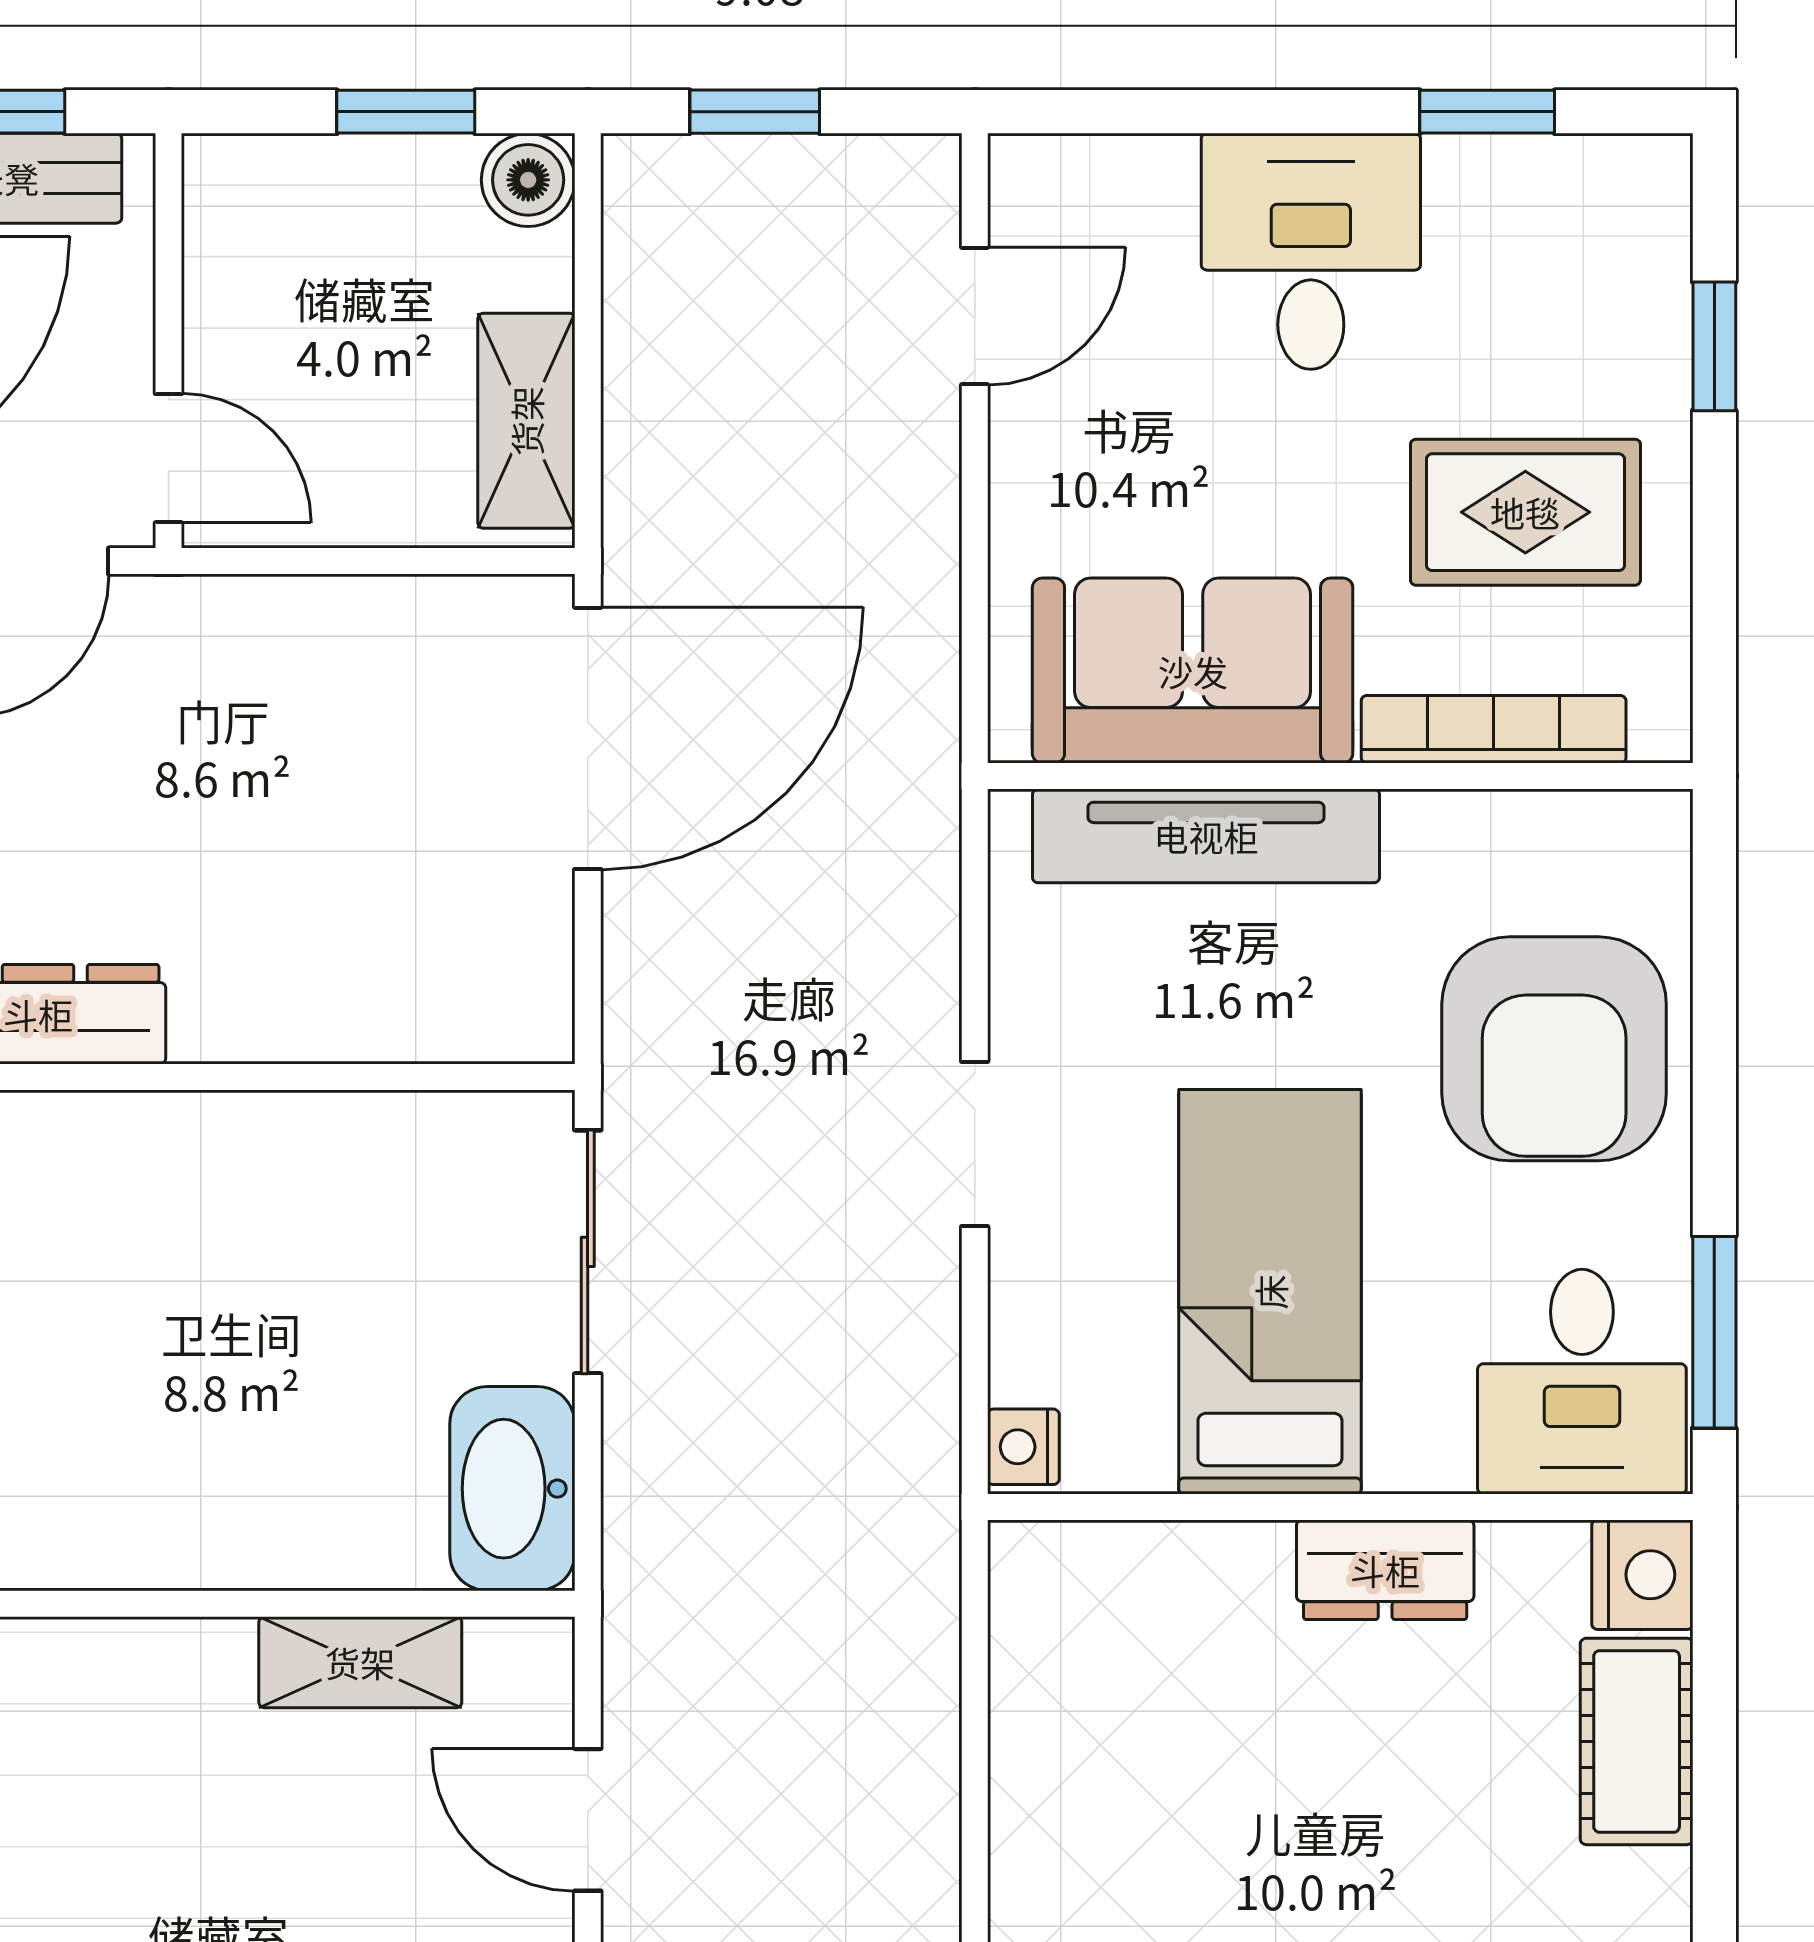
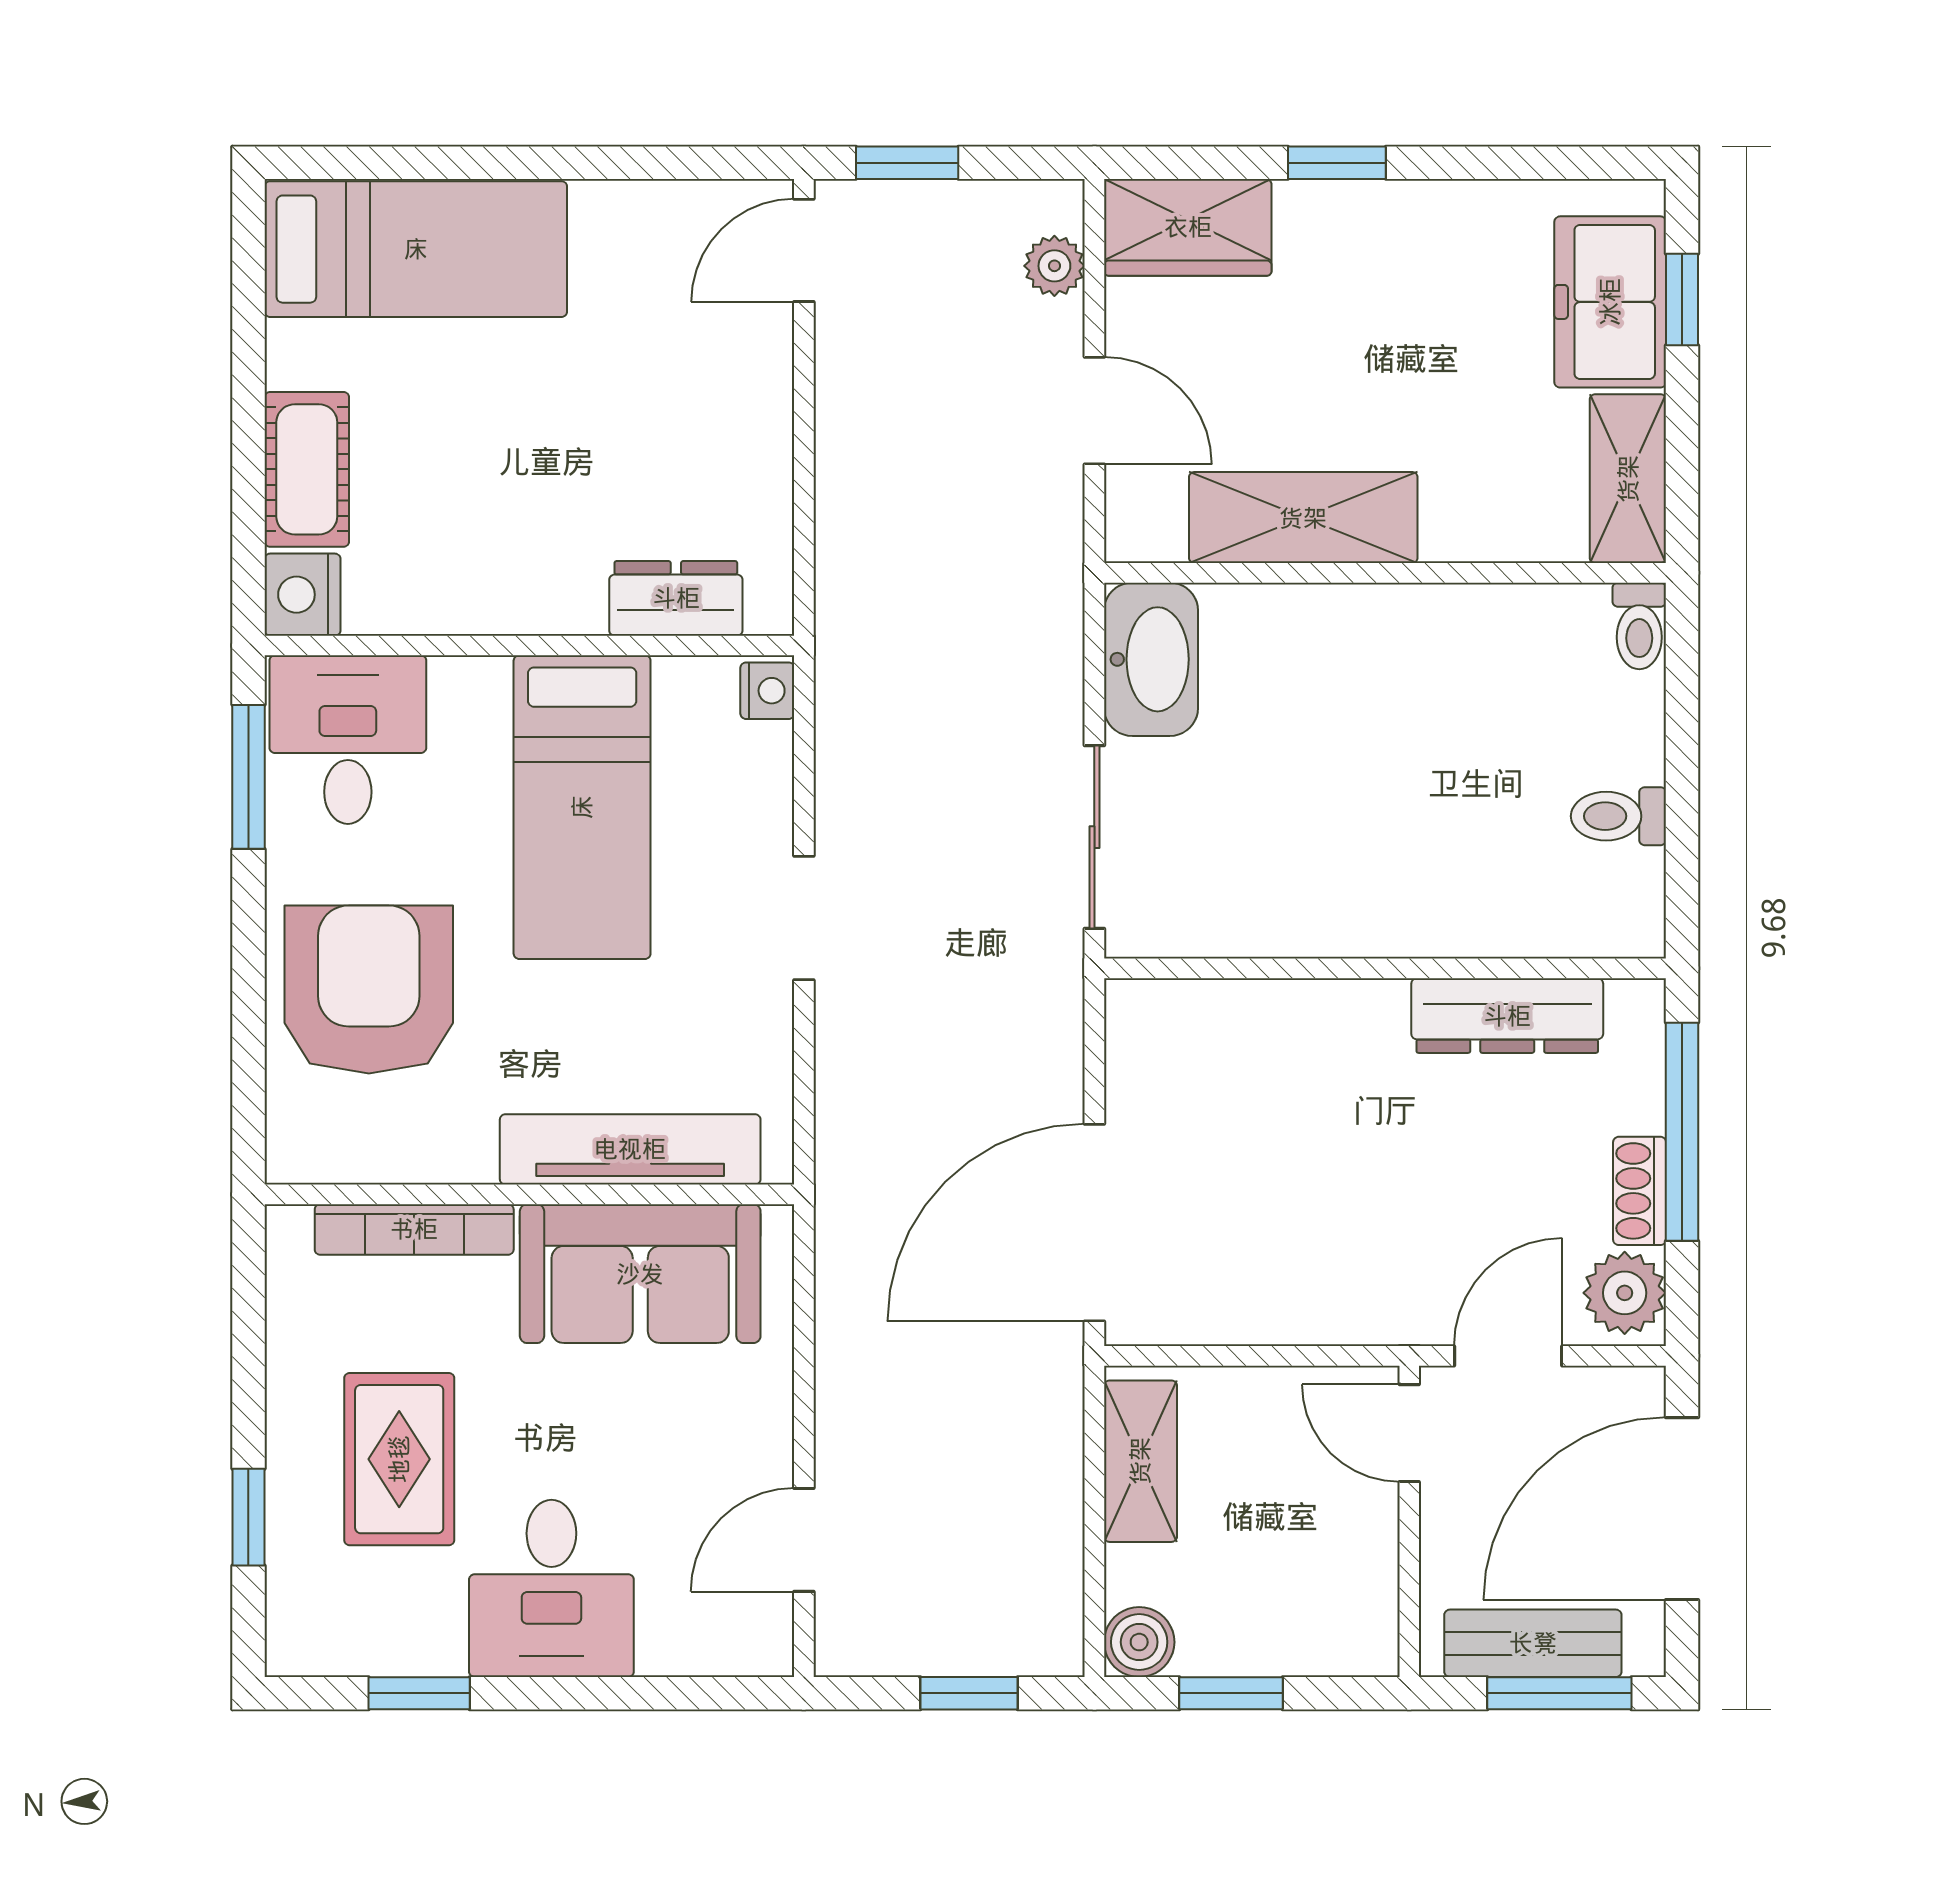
rug: (1525, 512) -> (399, 1459), moved, turned 90
dresser: (1385, 1570) -> (676, 598), moved
shelving: (360, 1662) -> (1303, 518), width x1.50, depth x1.33

